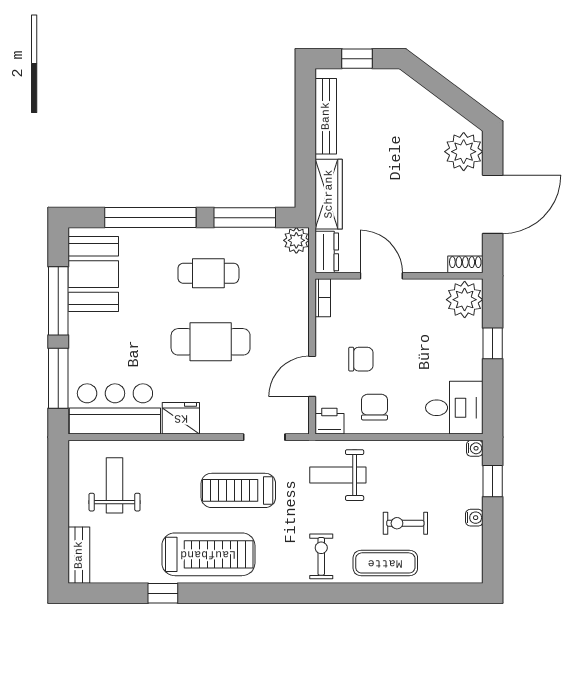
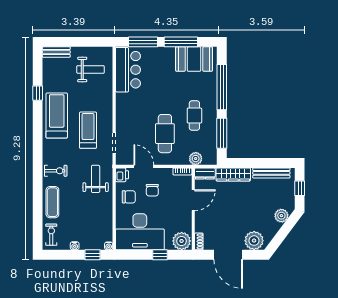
plant: (413, 96) -> (281, 216), added
plant: (296, 240) -> (196, 159), moved
cafe table: (211, 342) -> (165, 134), moved
desk: (454, 408) -> (140, 232), width x1.87, depth x1.30
fridge: (181, 418) -> (123, 102), removed
exercise bike: (405, 523) -> (51, 235), moved
treadmill: (208, 554) -> (57, 115), turned 180

